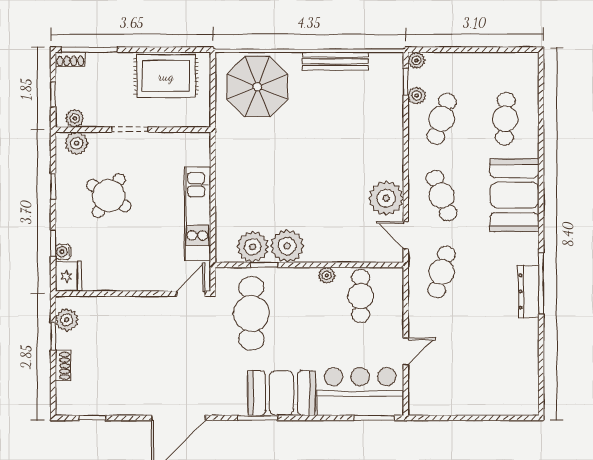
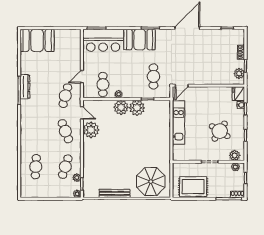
booth: (514, 195) -> (37, 40), moved, turned 90
plant: (253, 247) -> (121, 107), moved
cafe table: (252, 313) -> (153, 76), width x0.73, depth x0.74
door: (406, 351) -> (82, 77), moved

